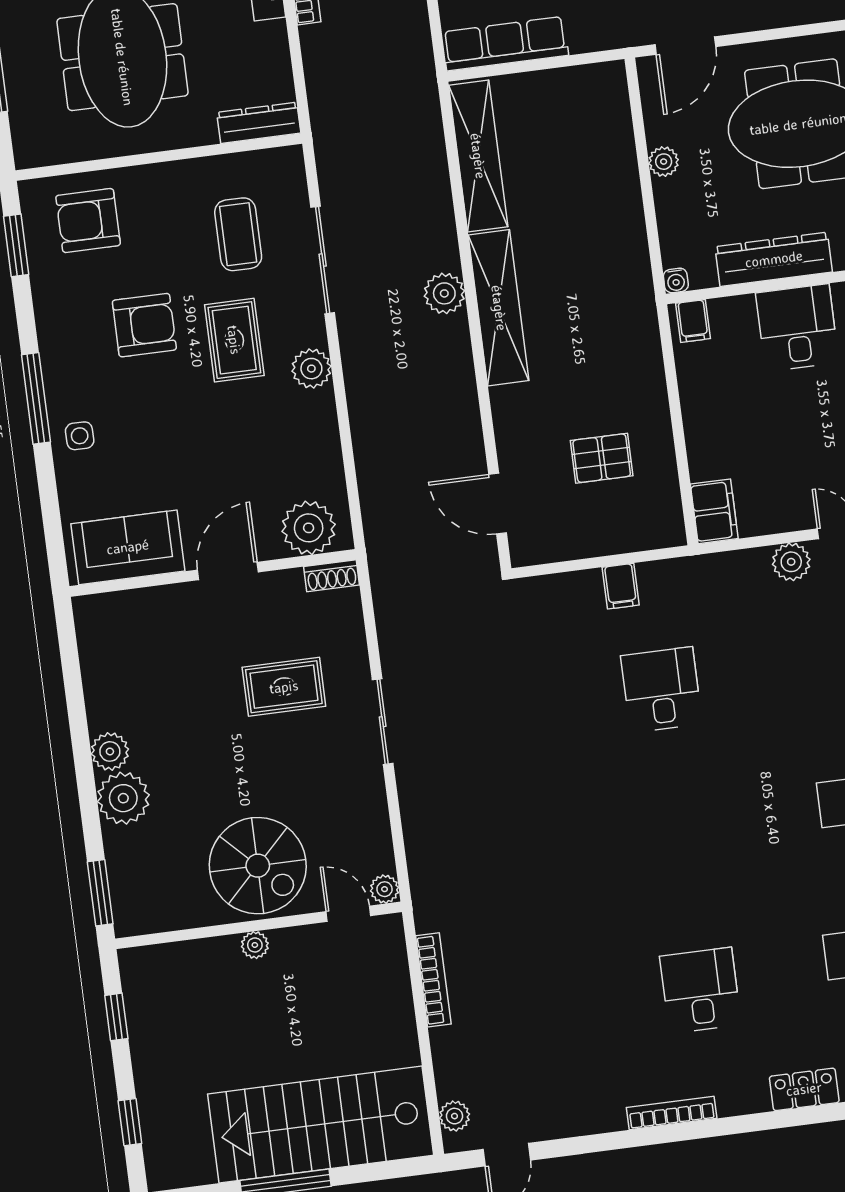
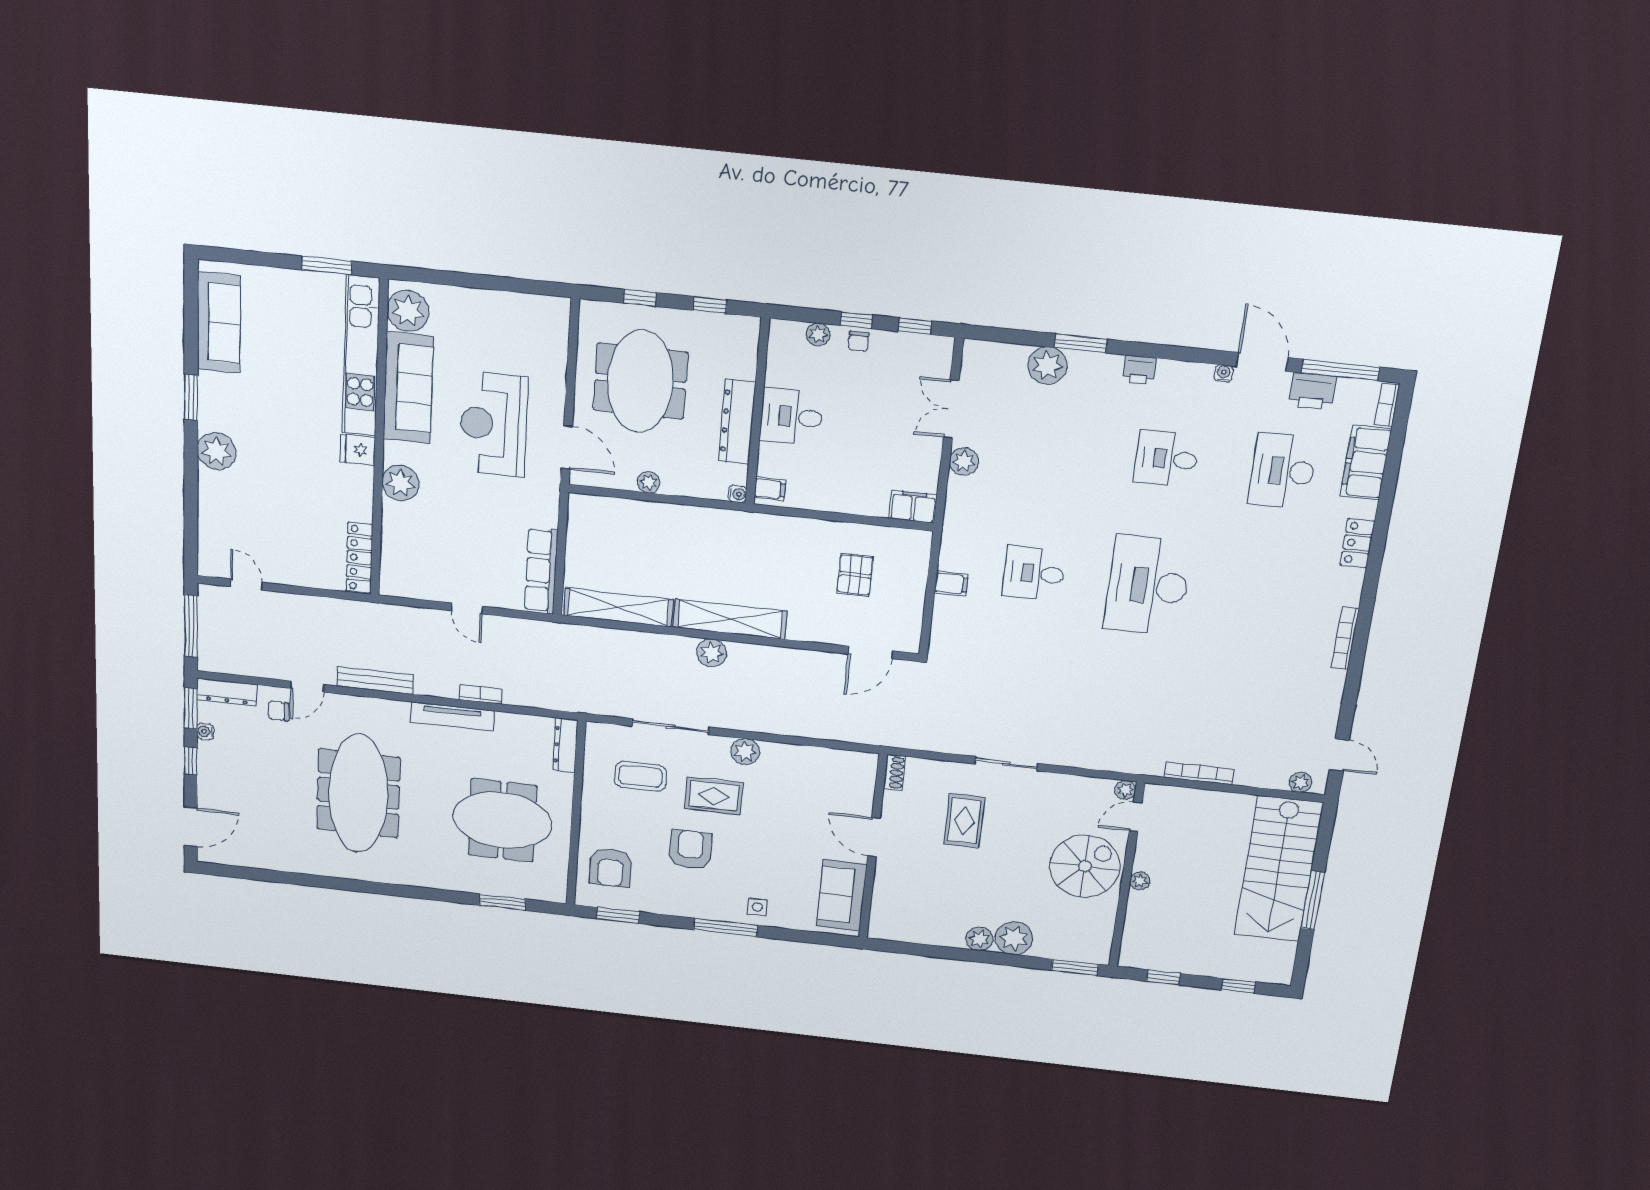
plant: (309, 528) -> (857, 779), removed
desk: (700, 990) -> (1148, 586), moved, width x1.87, depth x1.30

